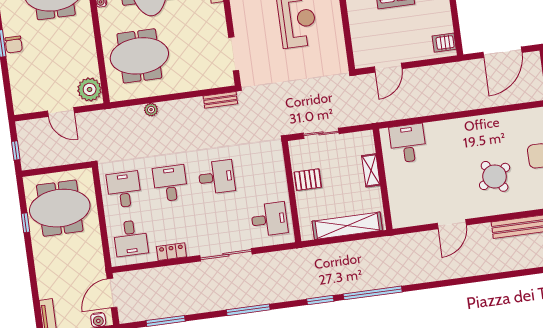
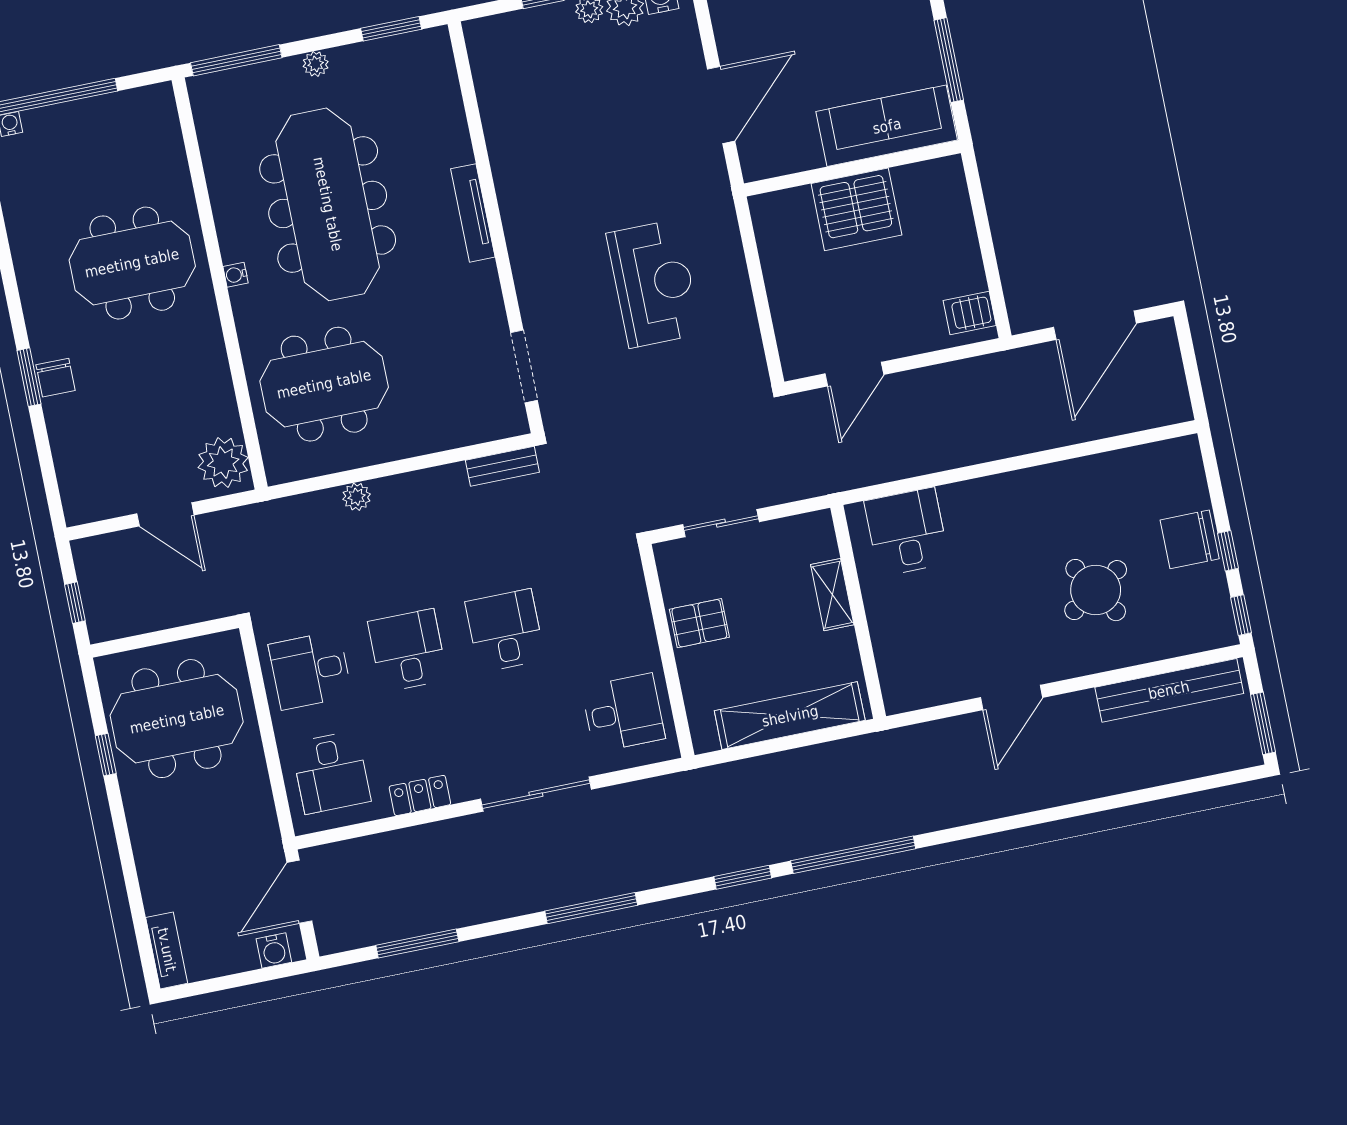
desk: (216, 177) -> (505, 631), turned -90
desk: (124, 190) -> (310, 670), turned -90

